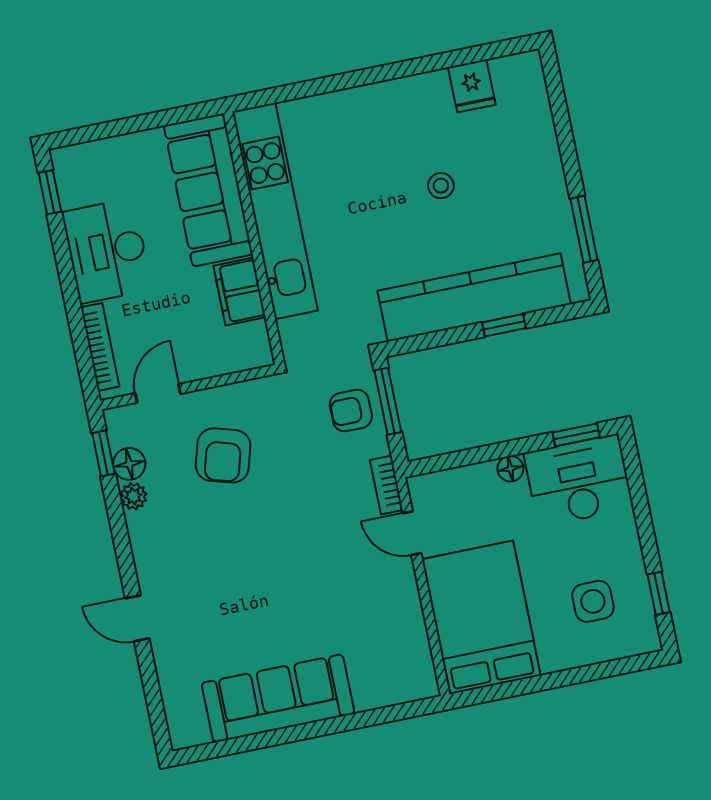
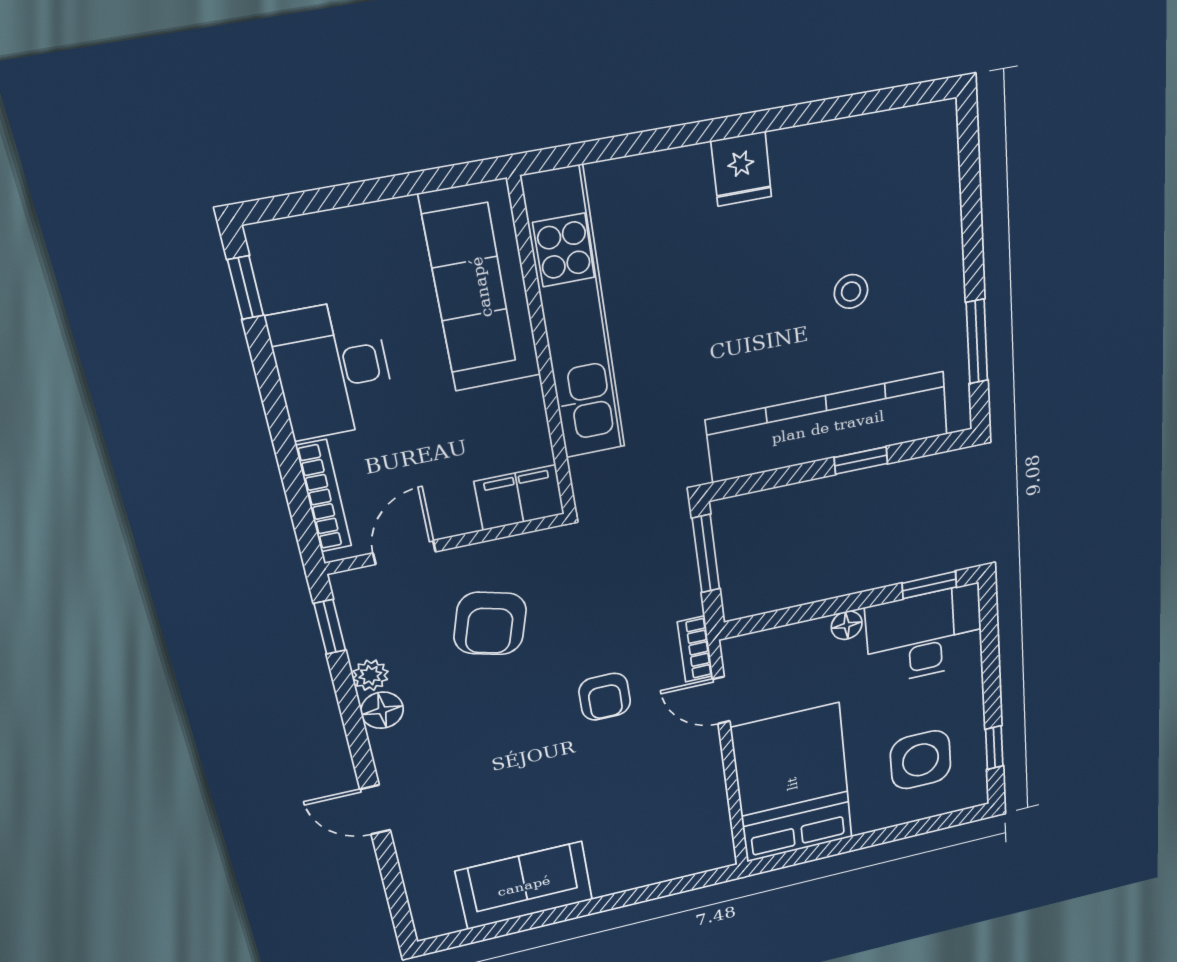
fridge: (472, 86) -> (741, 169), moved
stool: (441, 186) -> (851, 291), moved
filing cabinet: (240, 291) -> (519, 498), moved, turned 90
armchair: (351, 411) -> (605, 697), moved, turned -90
floor lamp: (129, 464) -> (382, 710), moved
side table: (593, 601) -> (921, 760), width x1.37, depth x1.37
sofa: (278, 698) -> (524, 886), width x0.73

